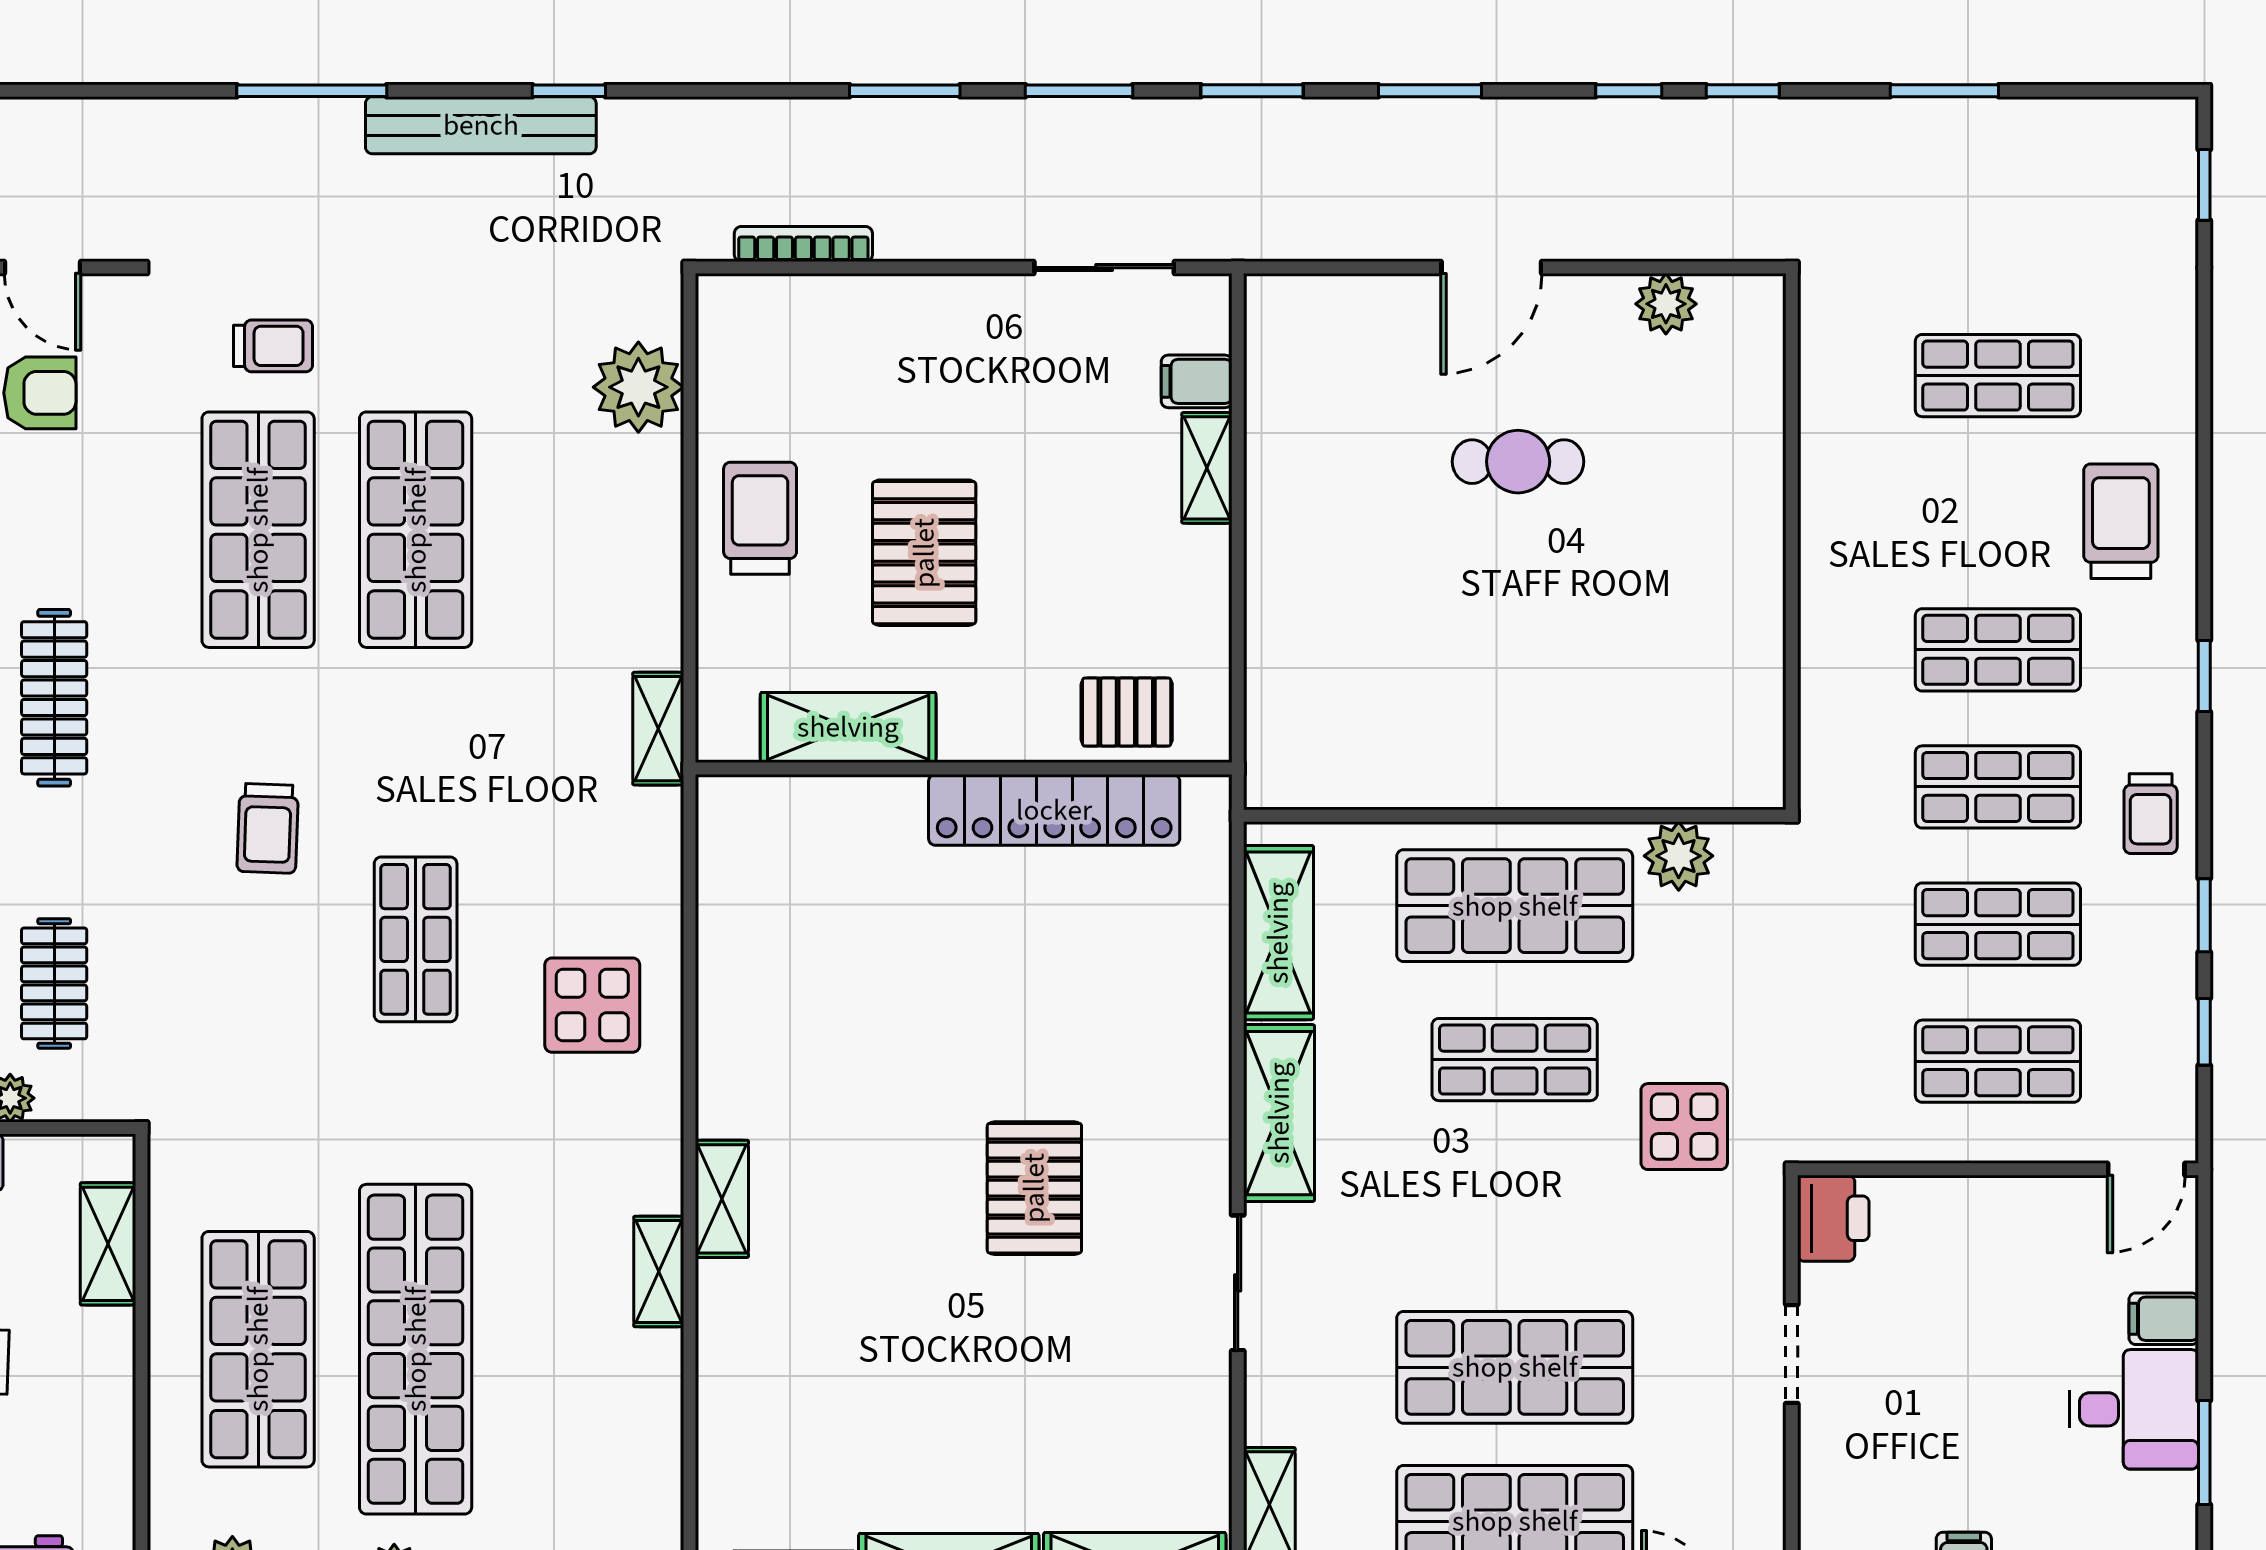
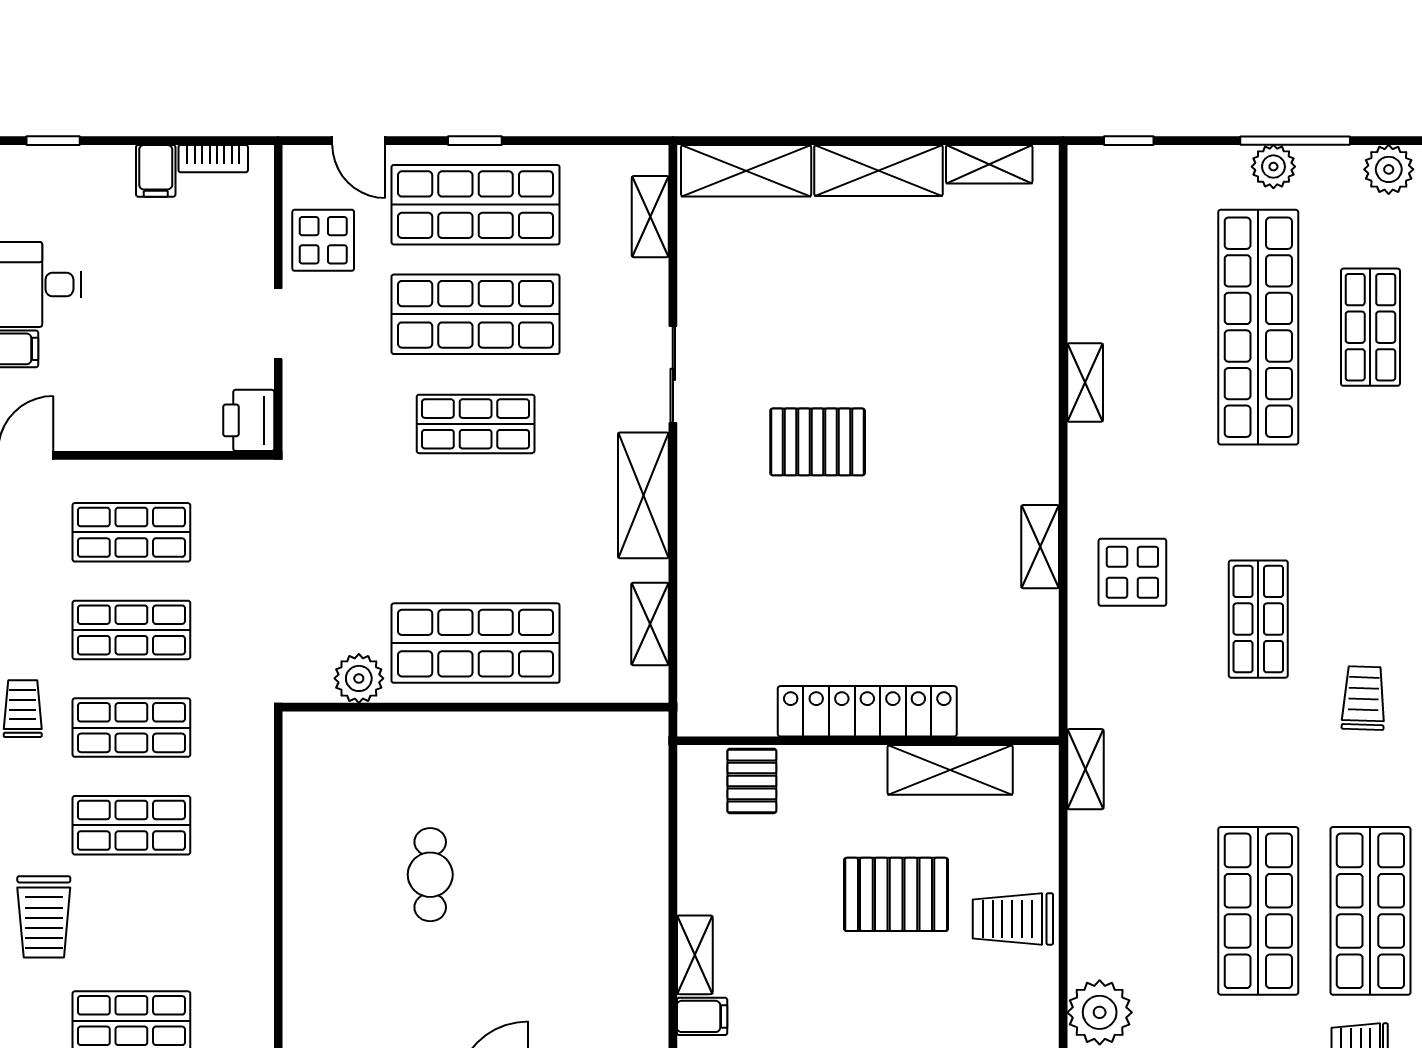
cafe table: (1518, 462) -> (430, 875), moved, turned 90
trolley: (760, 518) -> (1013, 919), turned 90
pallet: (924, 553) -> (896, 894), turned 90
pallet: (1127, 712) -> (752, 781), turned 90
locker: (1054, 810) -> (867, 711), moved
shelving: (1278, 933) -> (650, 624), width x0.67, depth x0.75
shop shelf: (1515, 1060) -> (476, 424), moved
display table: (1684, 1127) -> (323, 240), moved
pallet: (1034, 1188) -> (818, 442), turned 90
shelving: (722, 1199) -> (1040, 547), moved
shop shelf: (258, 1349) -> (1370, 327), width x0.70, depth x0.74

